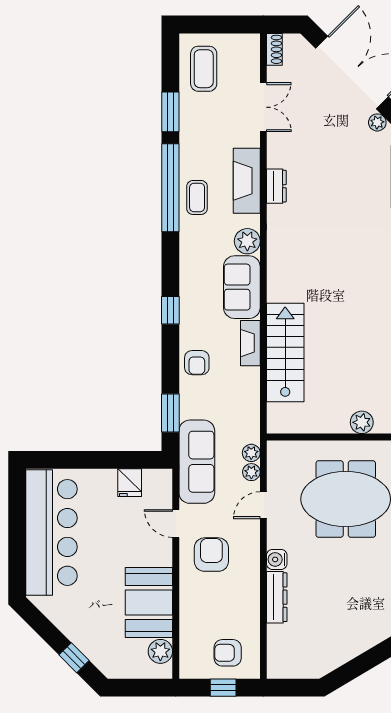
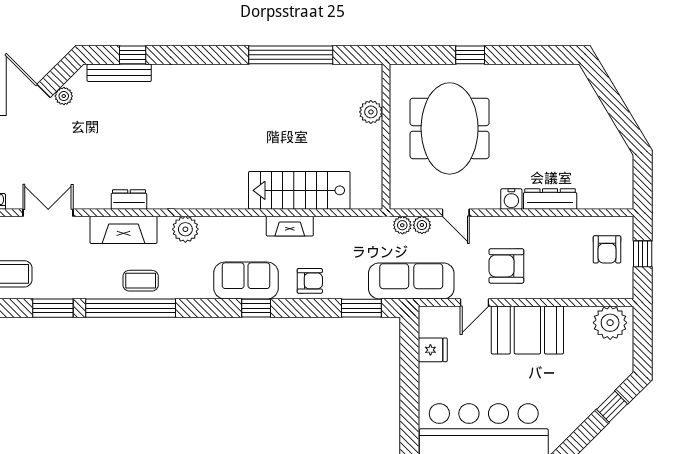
sofa: (242, 287) -> (246, 280), moved, turned 180
booth: (149, 602) -> (527, 330), moved
plant: (160, 651) -> (610, 323), width x1.36, depth x1.36

